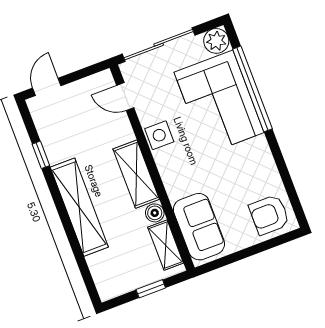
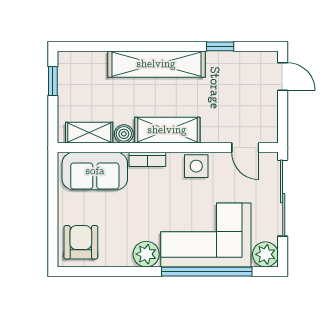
door: (125, 97) -> (245, 148), swing flipped
plant: (257, 151) -> (146, 254), added
bookcase: (170, 182) -> (147, 159), added
window: (151, 289) -> (53, 81), moved

